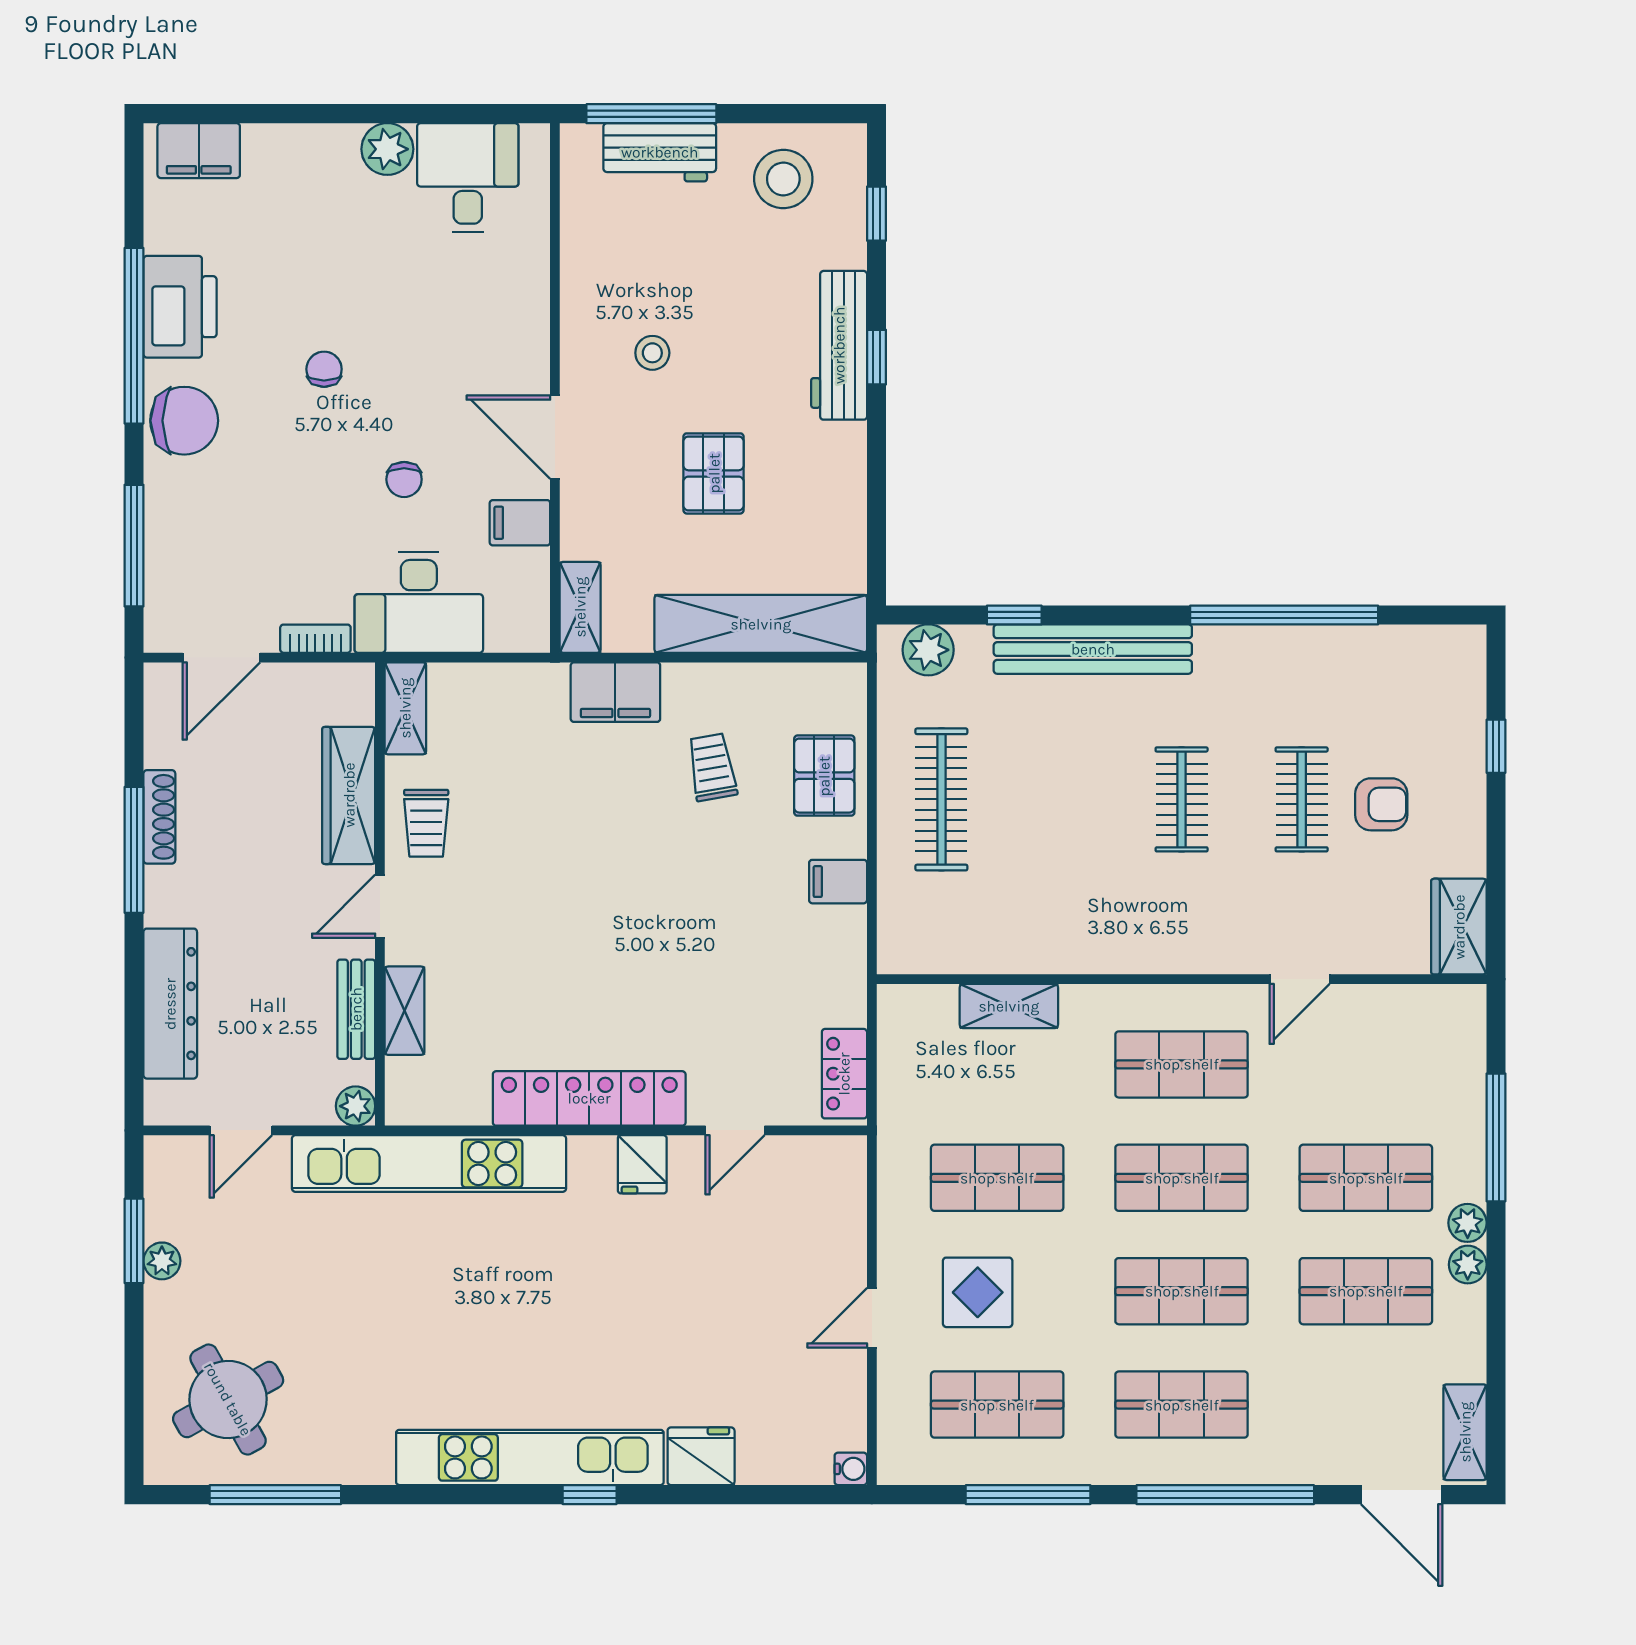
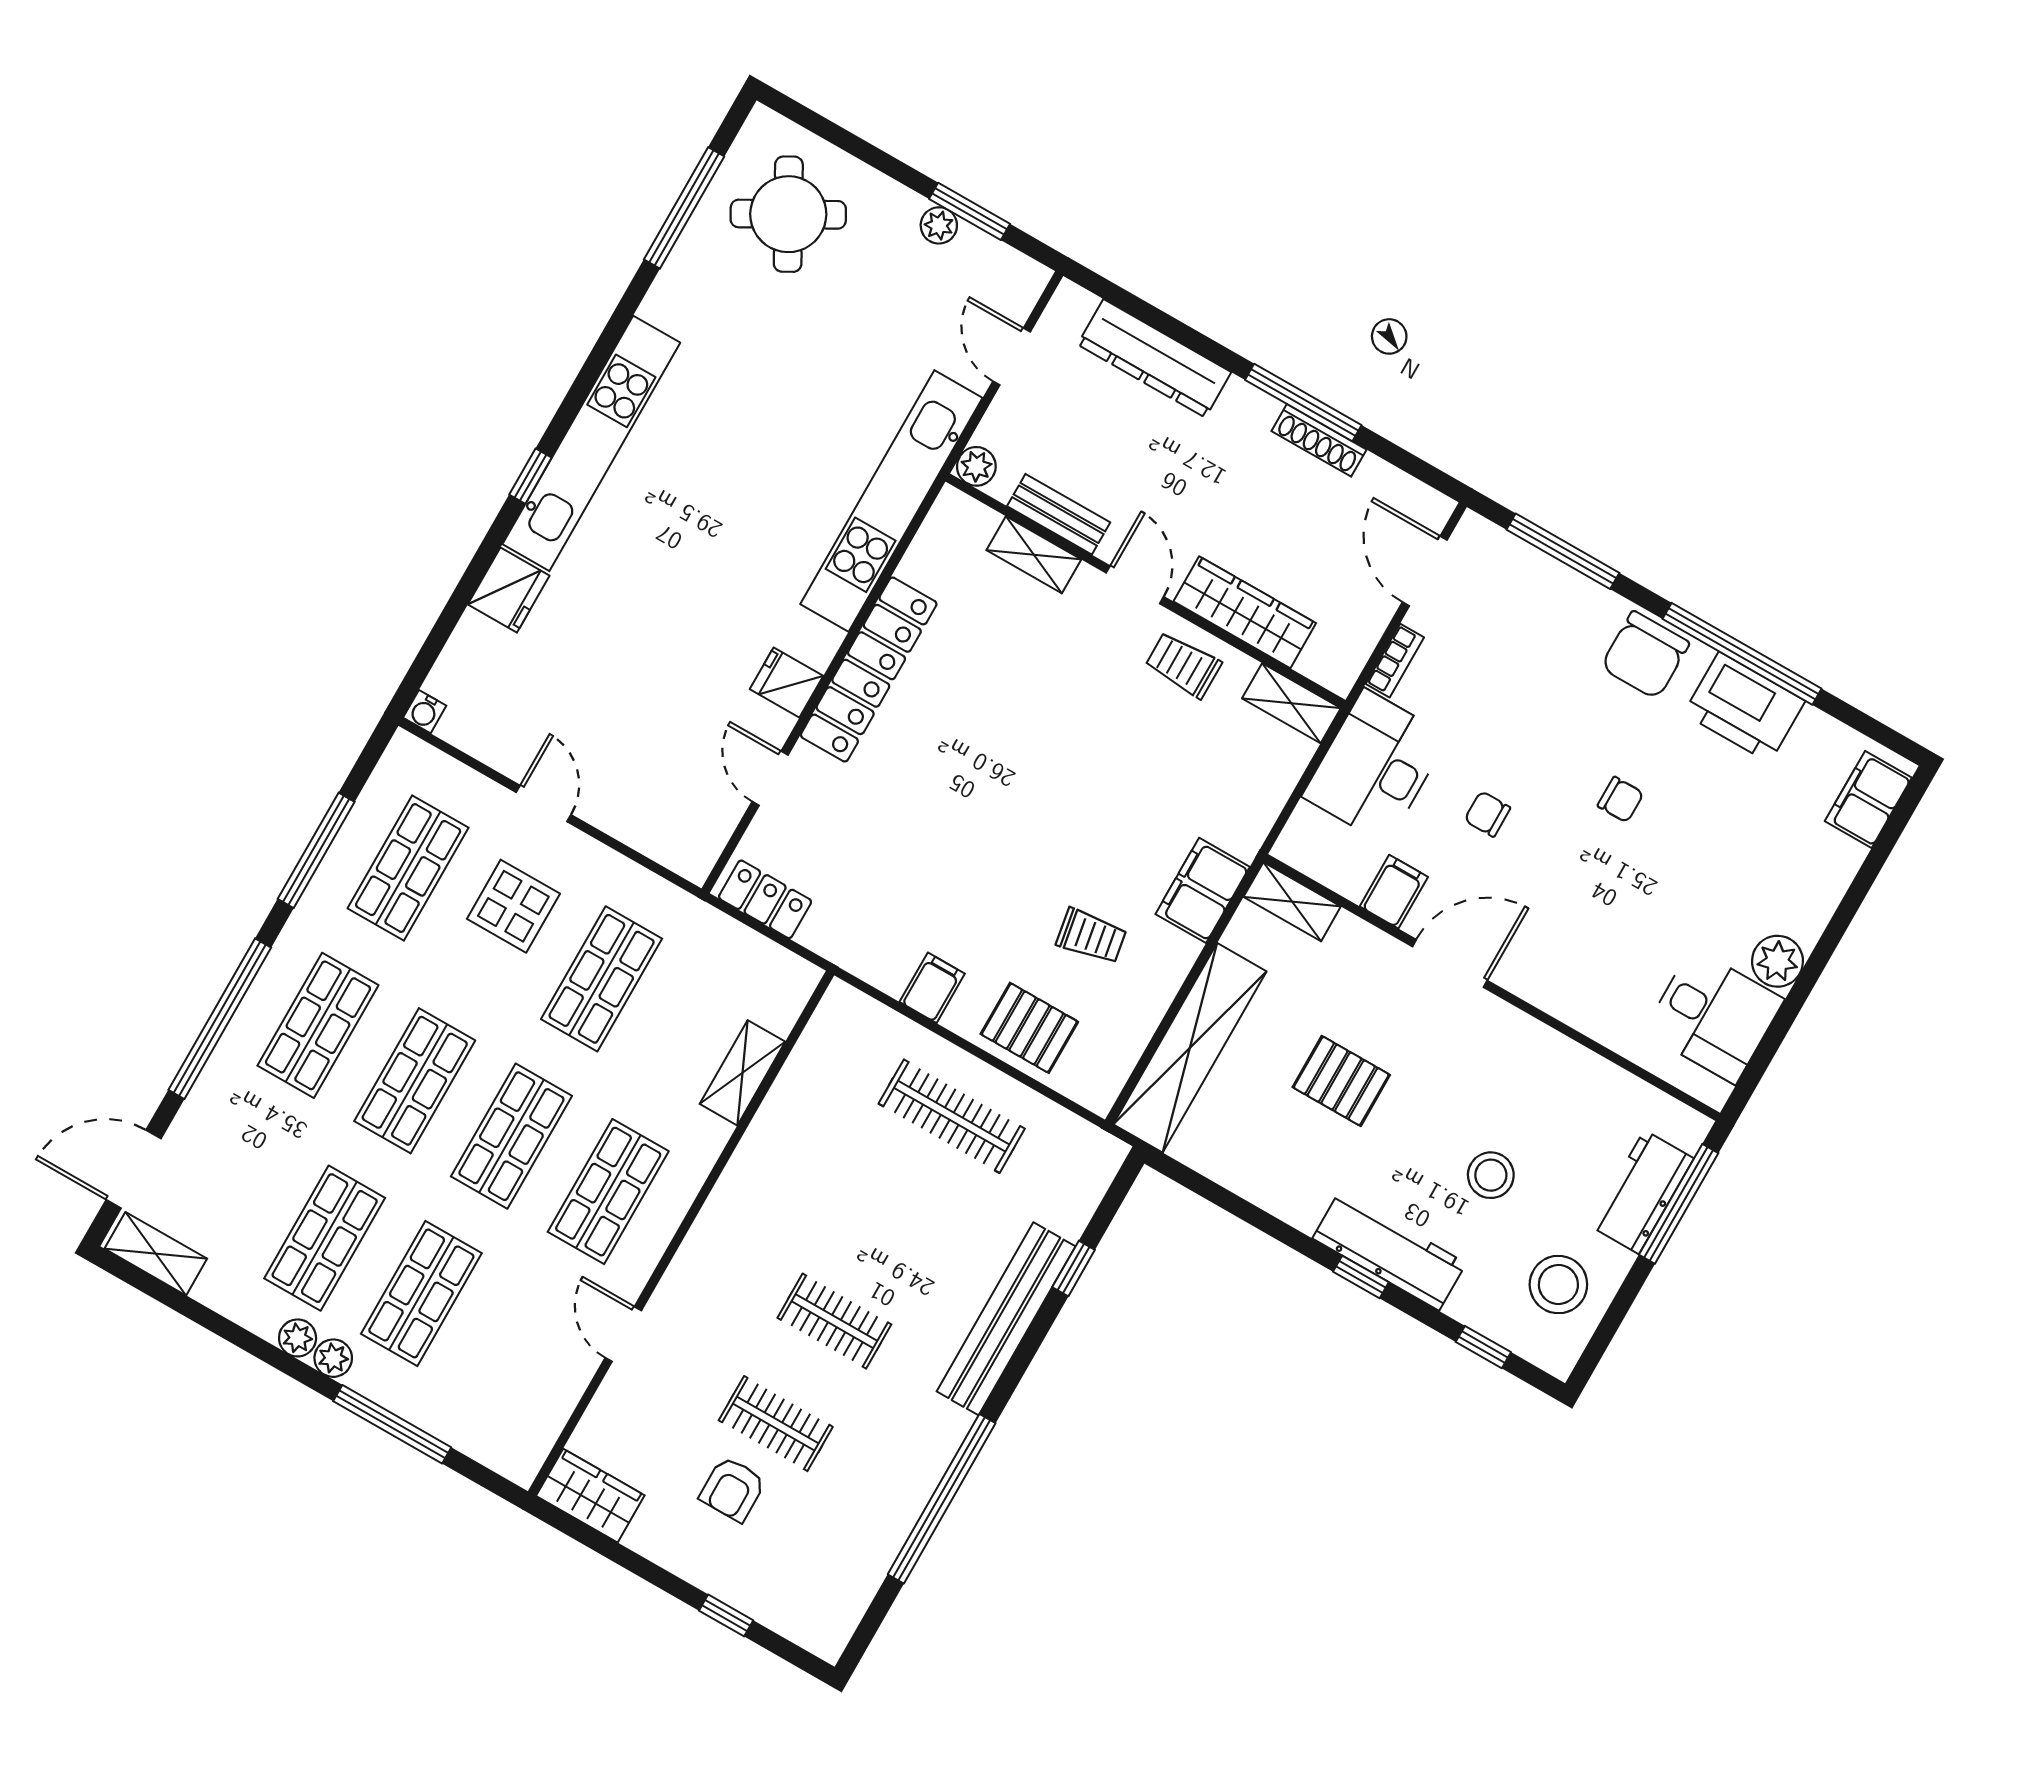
stool: (652, 353) -> (1491, 1175), moved, width x1.37, depth x1.37
plant: (928, 650) -> (1086, 1178), removed

